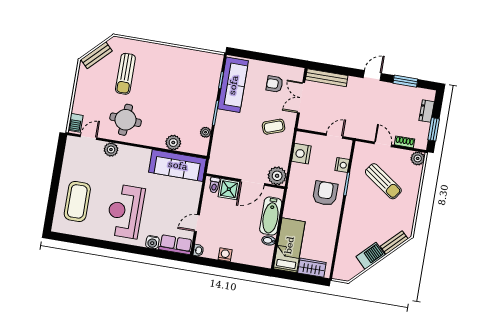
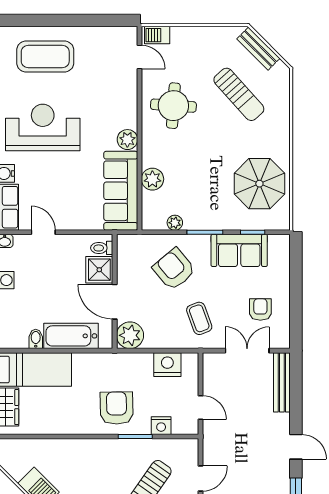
parasol: (189, 70) -> (259, 184), added
sun lounger: (125, 74) -> (239, 94), turned -132
sofa: (233, 85) -> (239, 250), width x0.73
armchair: (237, 138) -> (174, 269), added
plant: (111, 150) -> (127, 140), moved
armchair: (325, 193) -> (117, 408), turned -91

